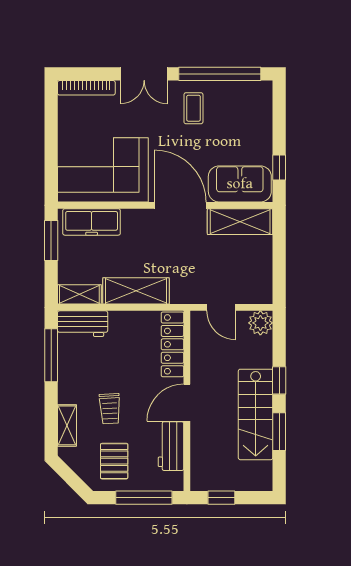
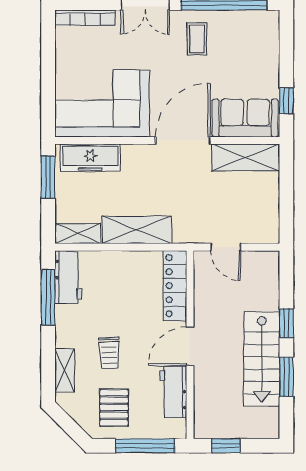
door: (180, 205) -> (183, 140), hinge flipped
plant: (260, 323) -> (267, 263), removed
workbench: (83, 324) -> (68, 277), moved, turned -90

